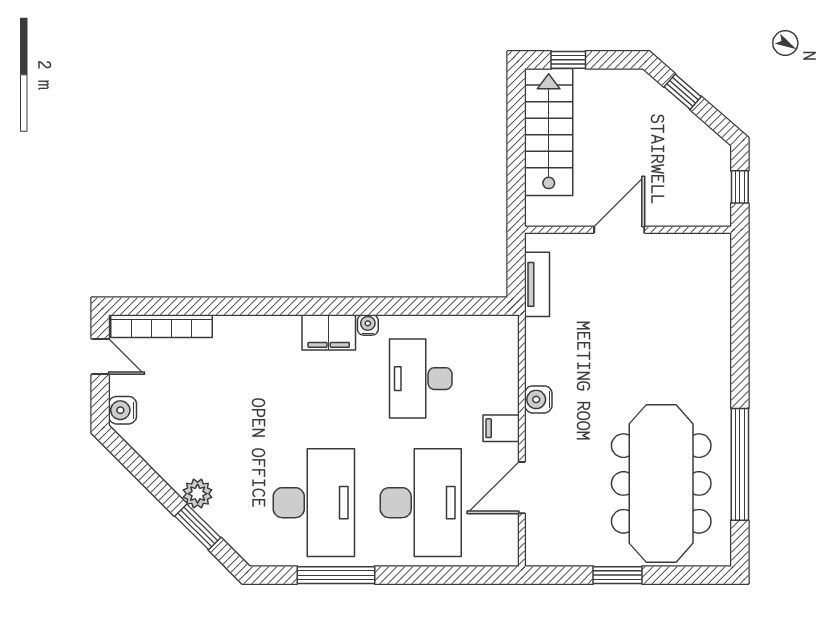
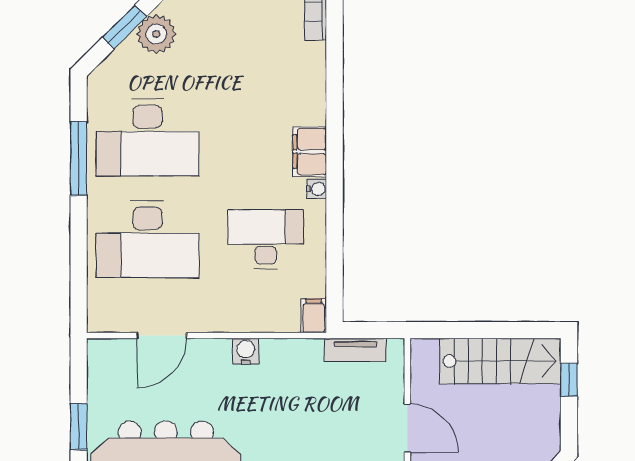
filing cabinet: (501, 428) -> (314, 316), moved
door: (522, 488) -> (162, 336), swing flipped
plant: (198, 494) -> (156, 34), width x1.36, depth x1.36

